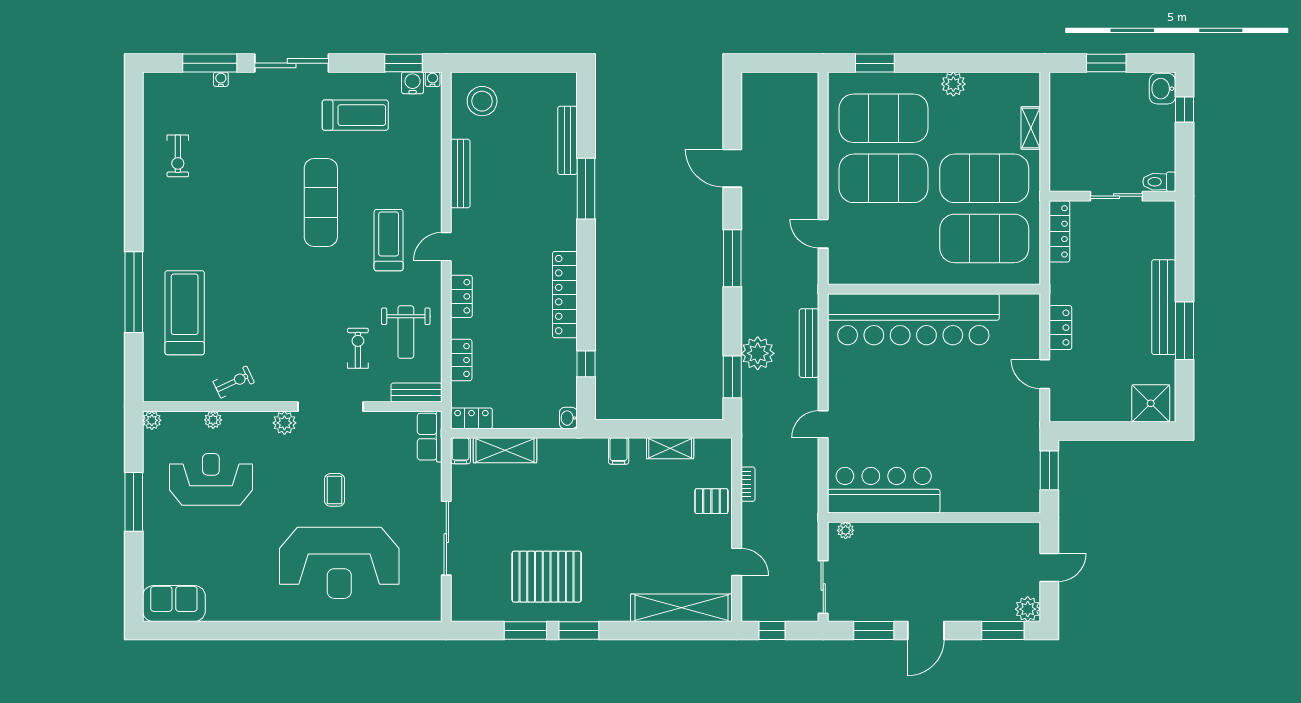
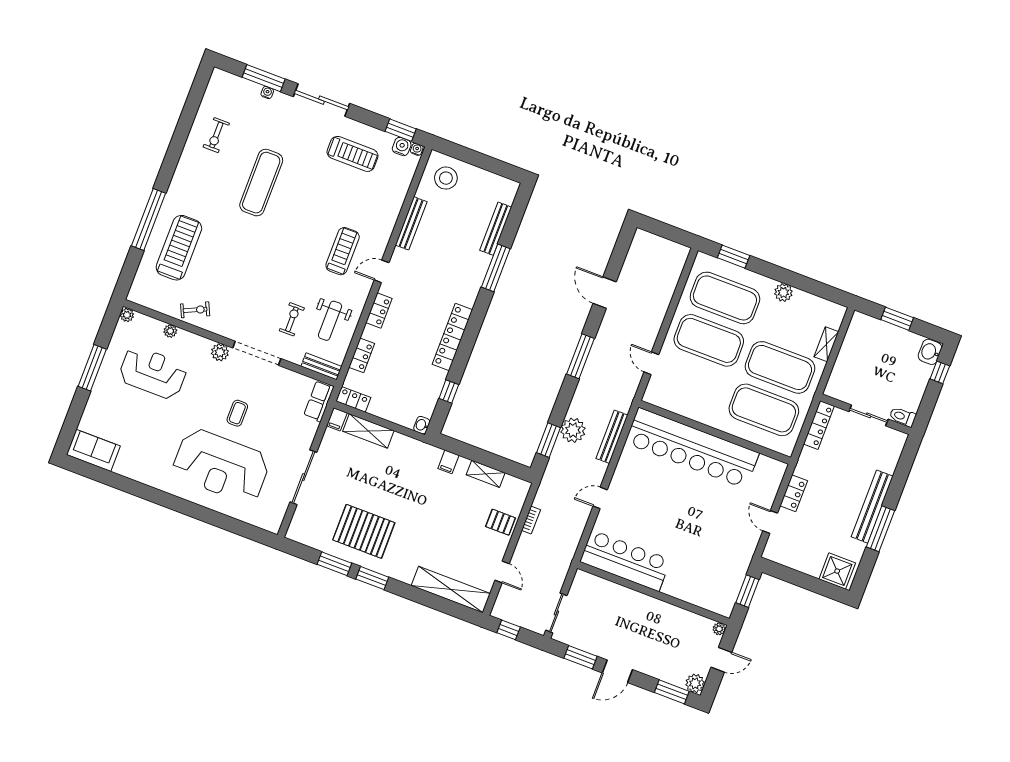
exercise mat: (321, 203) -> (261, 183), moved
plant: (846, 530) -> (719, 629), moved

